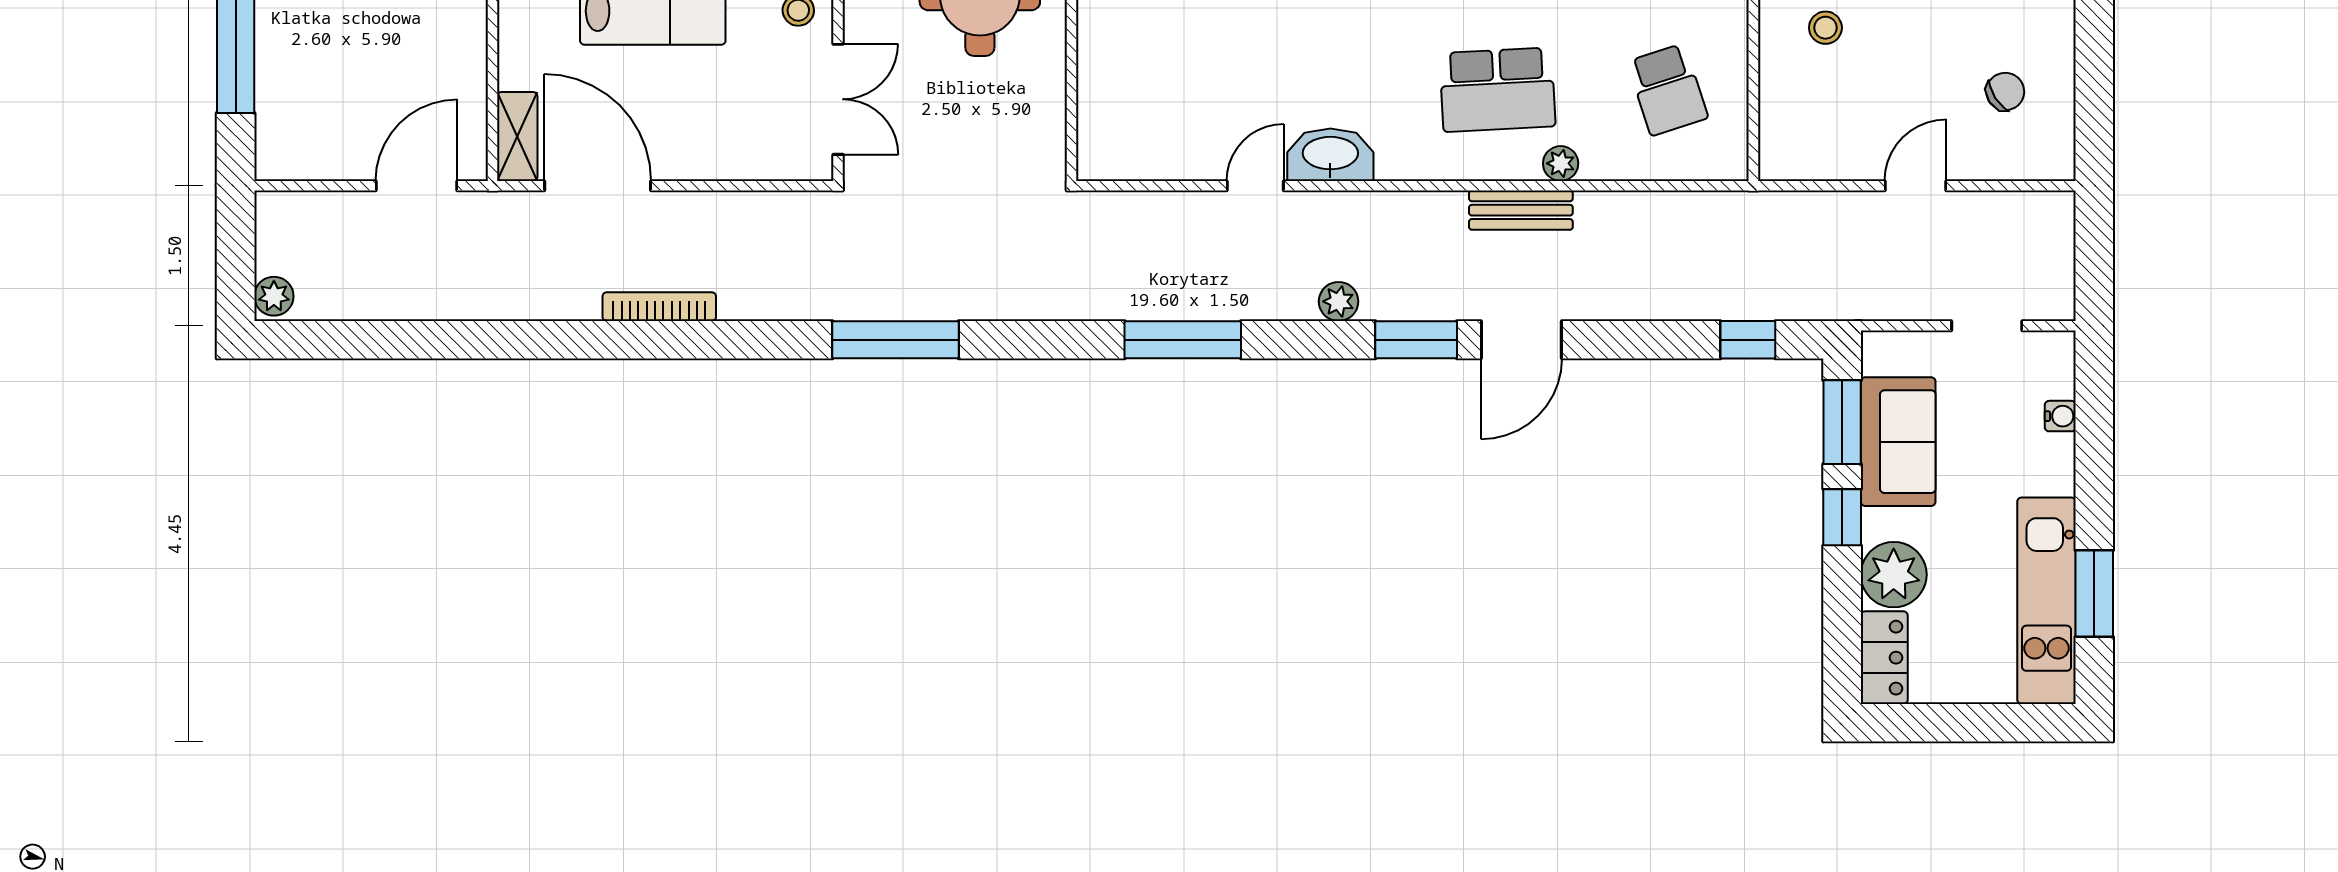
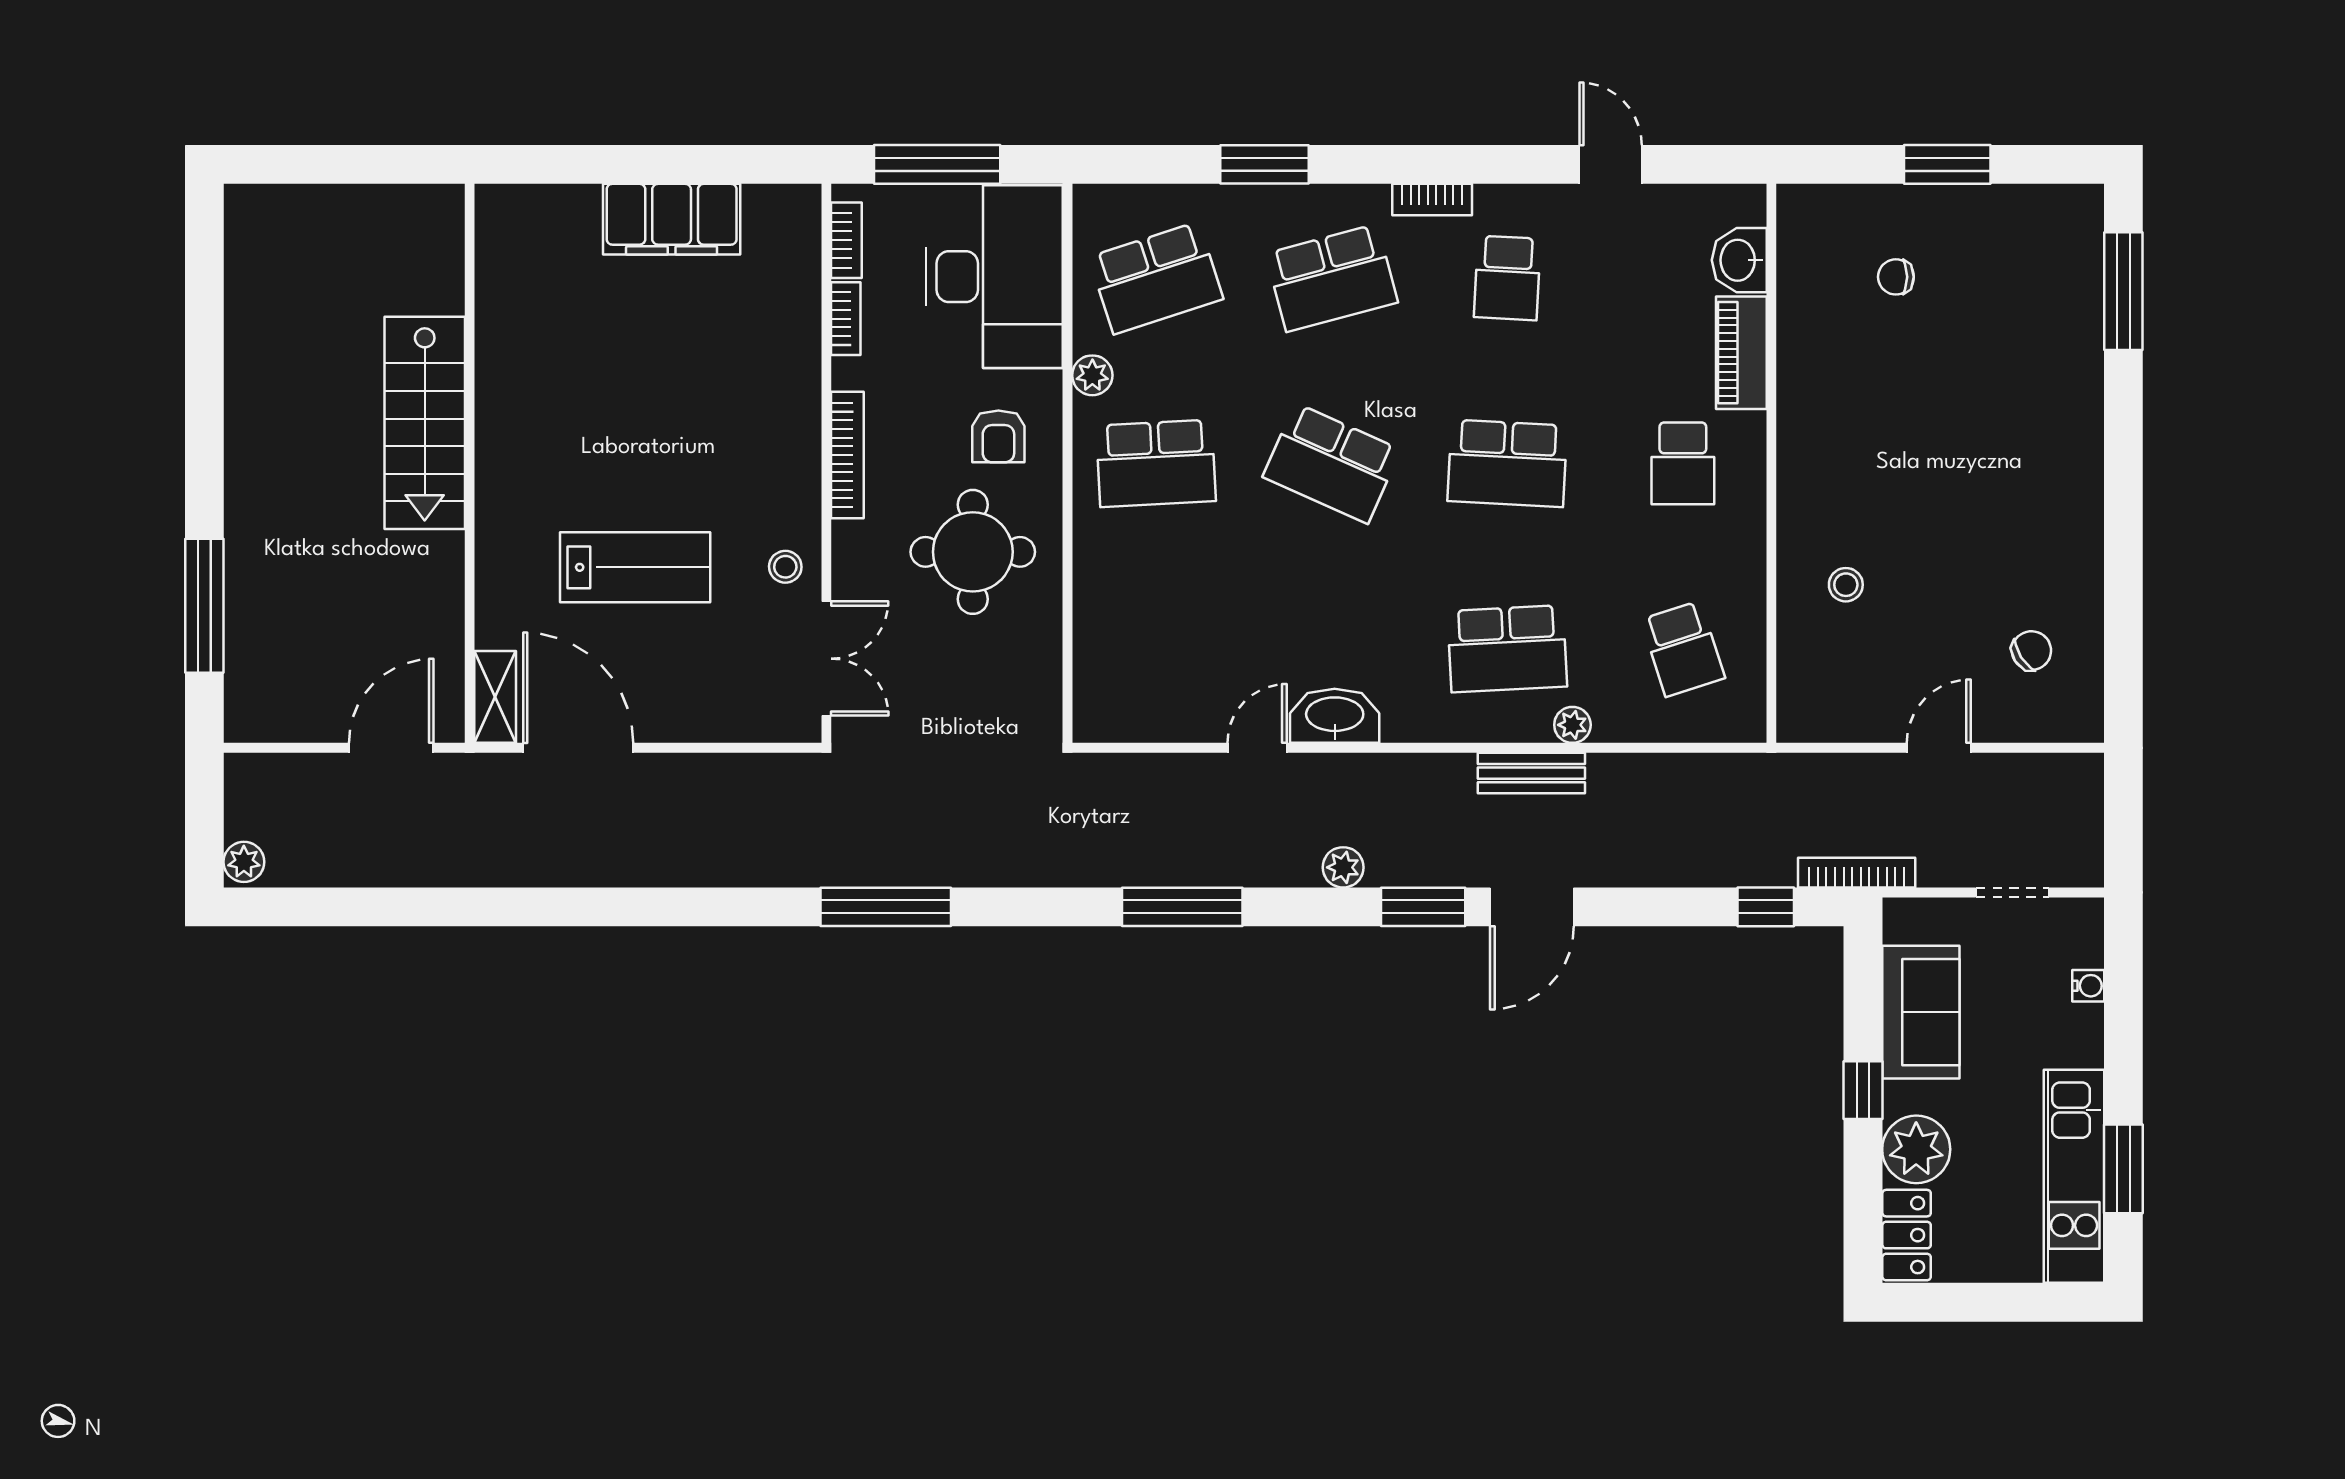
bookcase: (659, 307) -> (1857, 873), moved
window: (1842, 422) -> (1863, 992), removed

